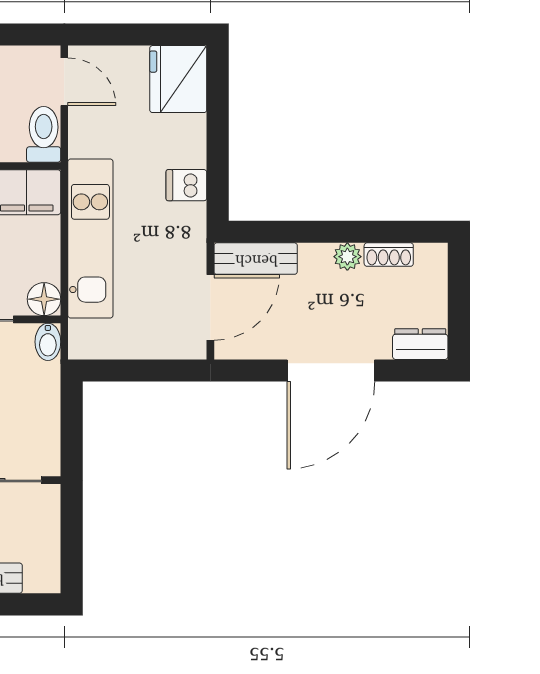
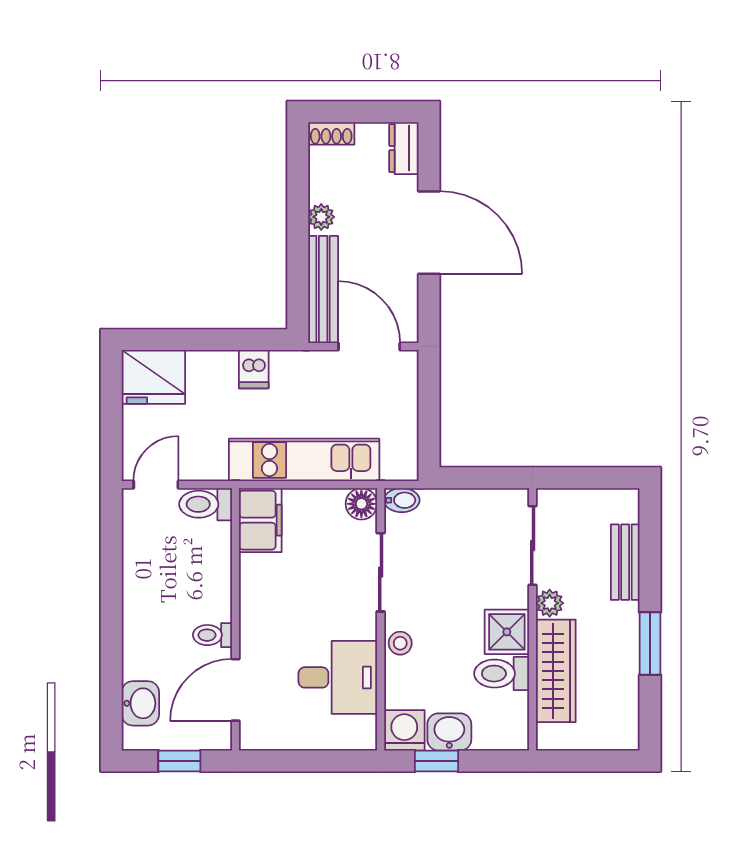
shoe rack: (389, 255) -> (331, 133), moved, turned 90
bench: (256, 259) -> (323, 289), width x1.36

